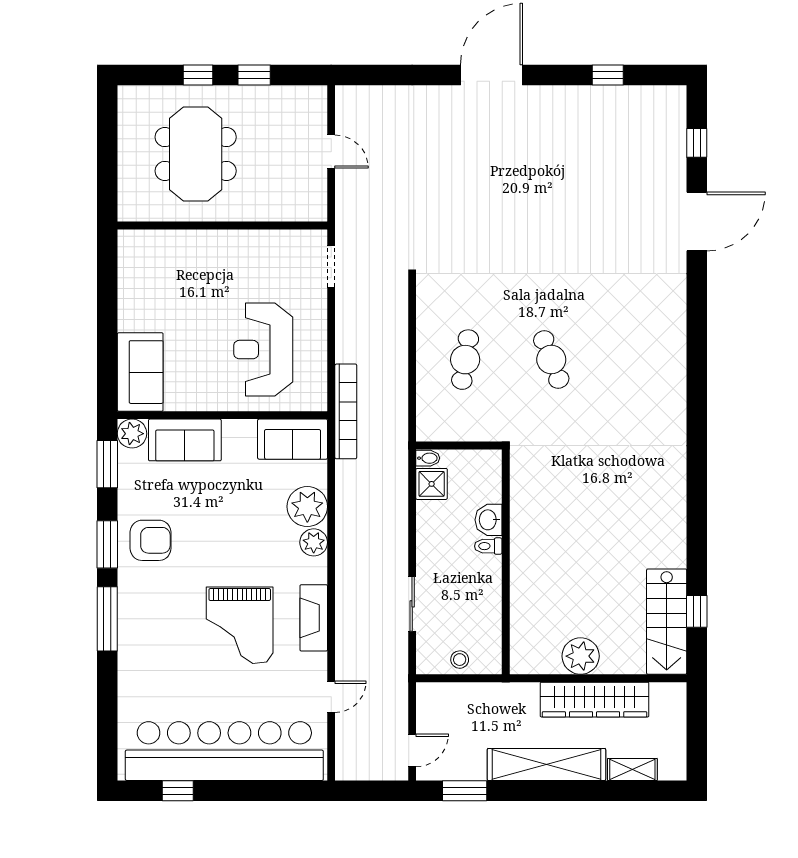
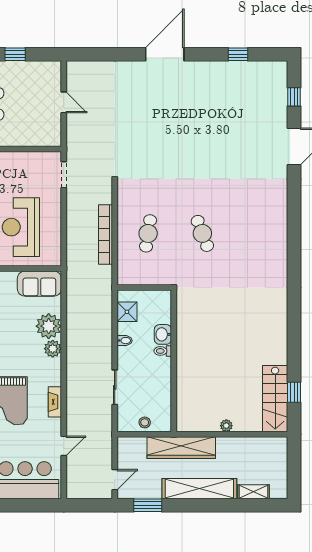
bookcase: (346, 411) -> (106, 235), moved, turned 180
bidet: (428, 458) -> (125, 341), moved
fireplace: (314, 618) -> (55, 402), width x0.73, depth x0.76
plant: (581, 656) -> (226, 426), width x0.53, depth x0.53
wardrobe: (595, 700) -> (181, 448), moved

